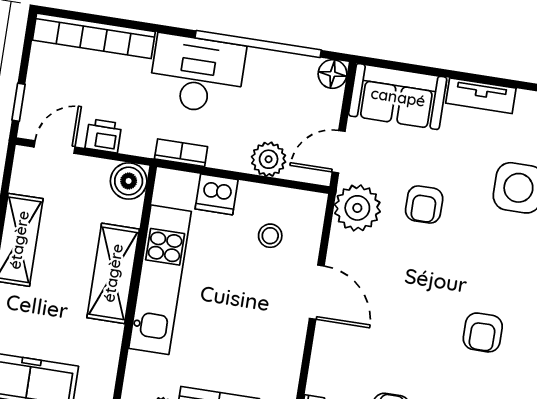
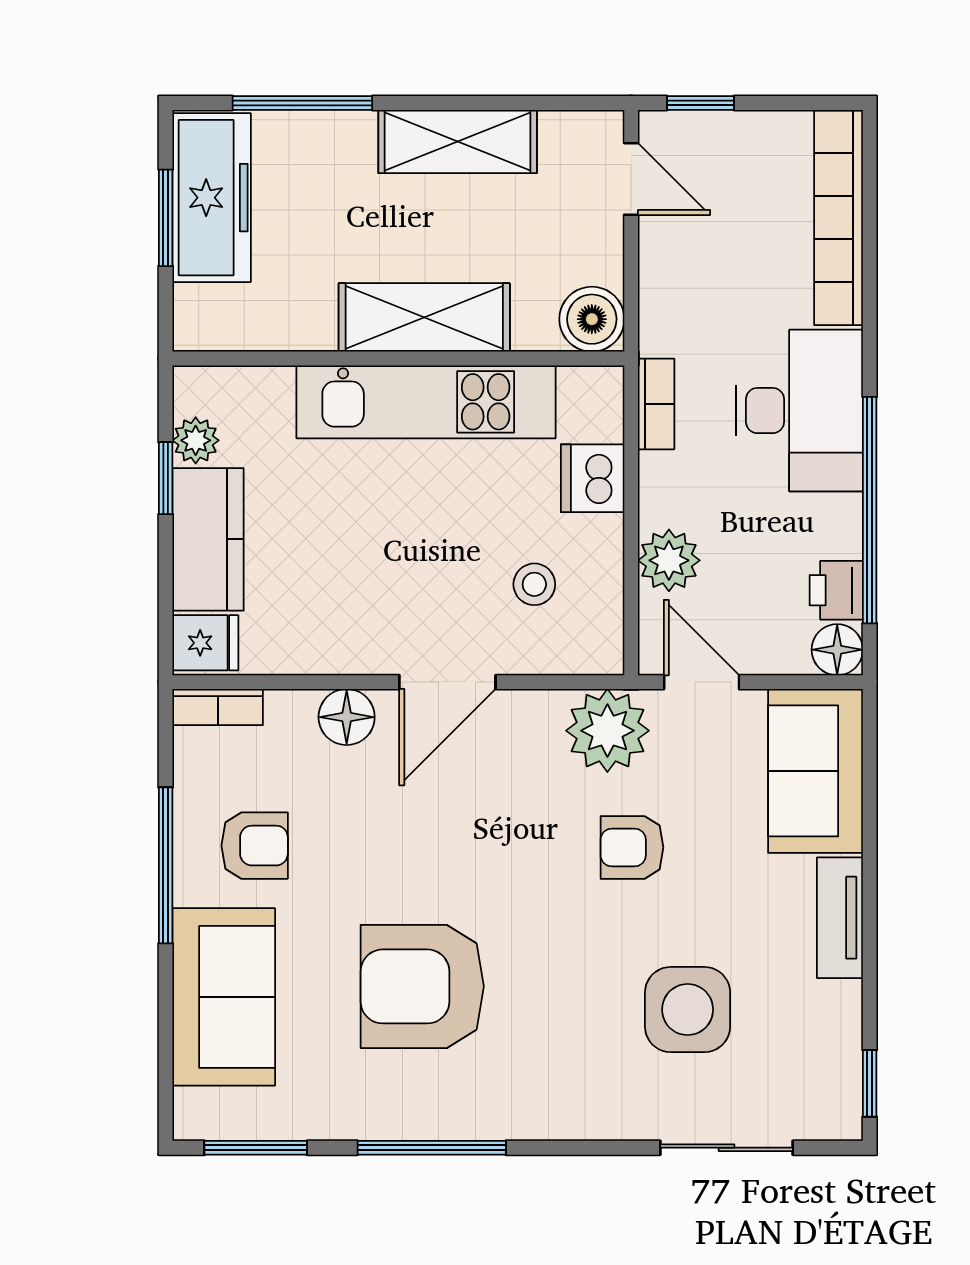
printer: (103, 136) -> (836, 590), moved, turned 180
armchair: (483, 332) -> (422, 986), width x1.88, depth x1.88
floor lamp: (327, 351) -> (347, 717), added

